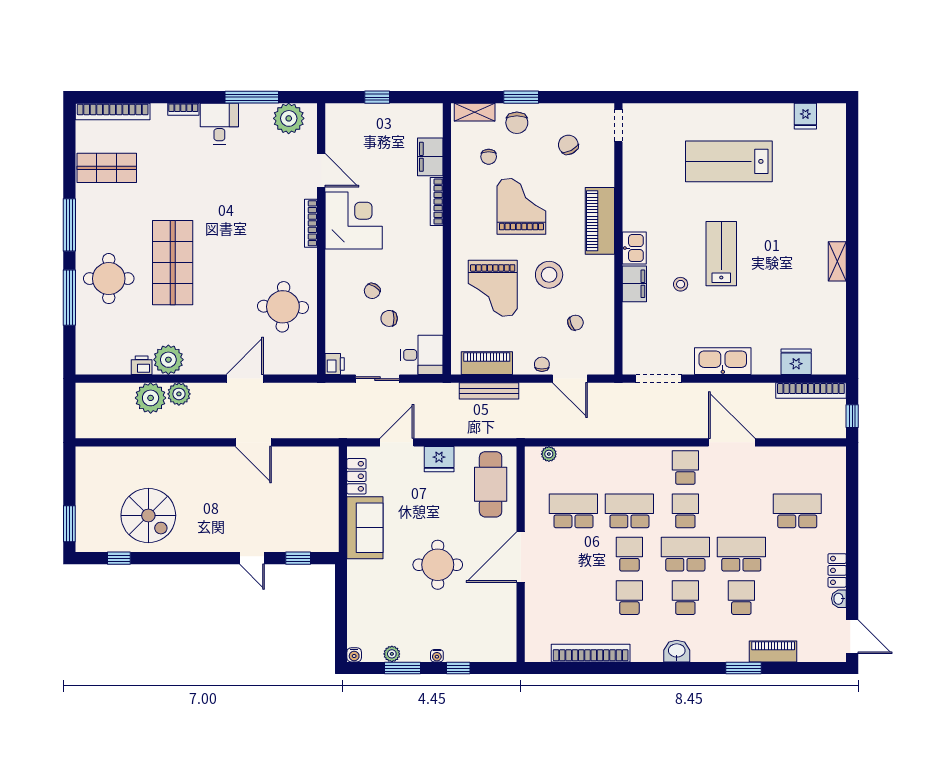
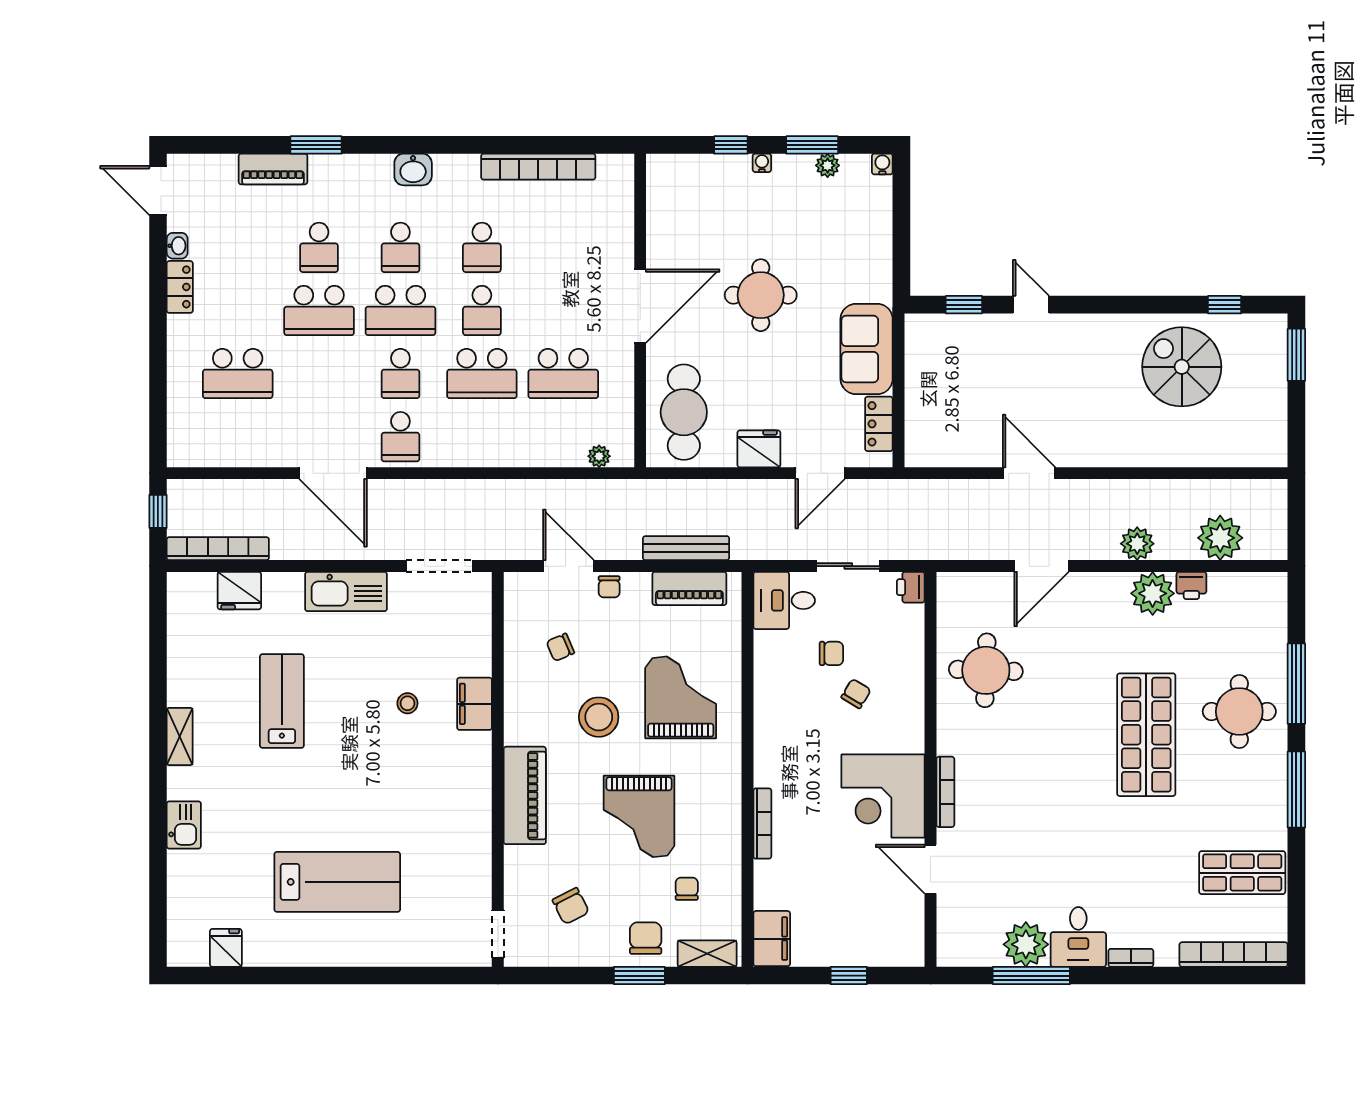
plant: (289, 118) -> (1026, 944), moved
filing cabinet: (430, 157) -> (772, 939), moved
kitchen sink: (634, 248) -> (184, 825), moved, turned 180
lab bench: (721, 254) -> (282, 701), moved, turned 180
plant: (151, 398) -> (1220, 538), moved

